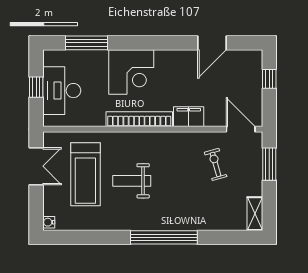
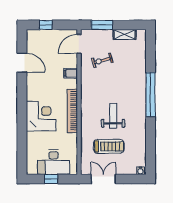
window: (87, 43) -> (22, 146), removed
filing cabinet: (189, 117) -> (71, 73), width x0.50
treadmill: (85, 174) -> (109, 146), width x0.73, depth x0.73
weight bench: (132, 181) -> (113, 116), turned 180
shelving: (255, 214) -> (125, 34), moved

